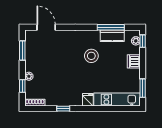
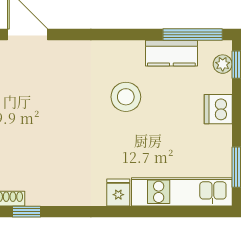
window: (111, 27) -> (193, 35), moved
window: (63, 109) -> (26, 212), moved

